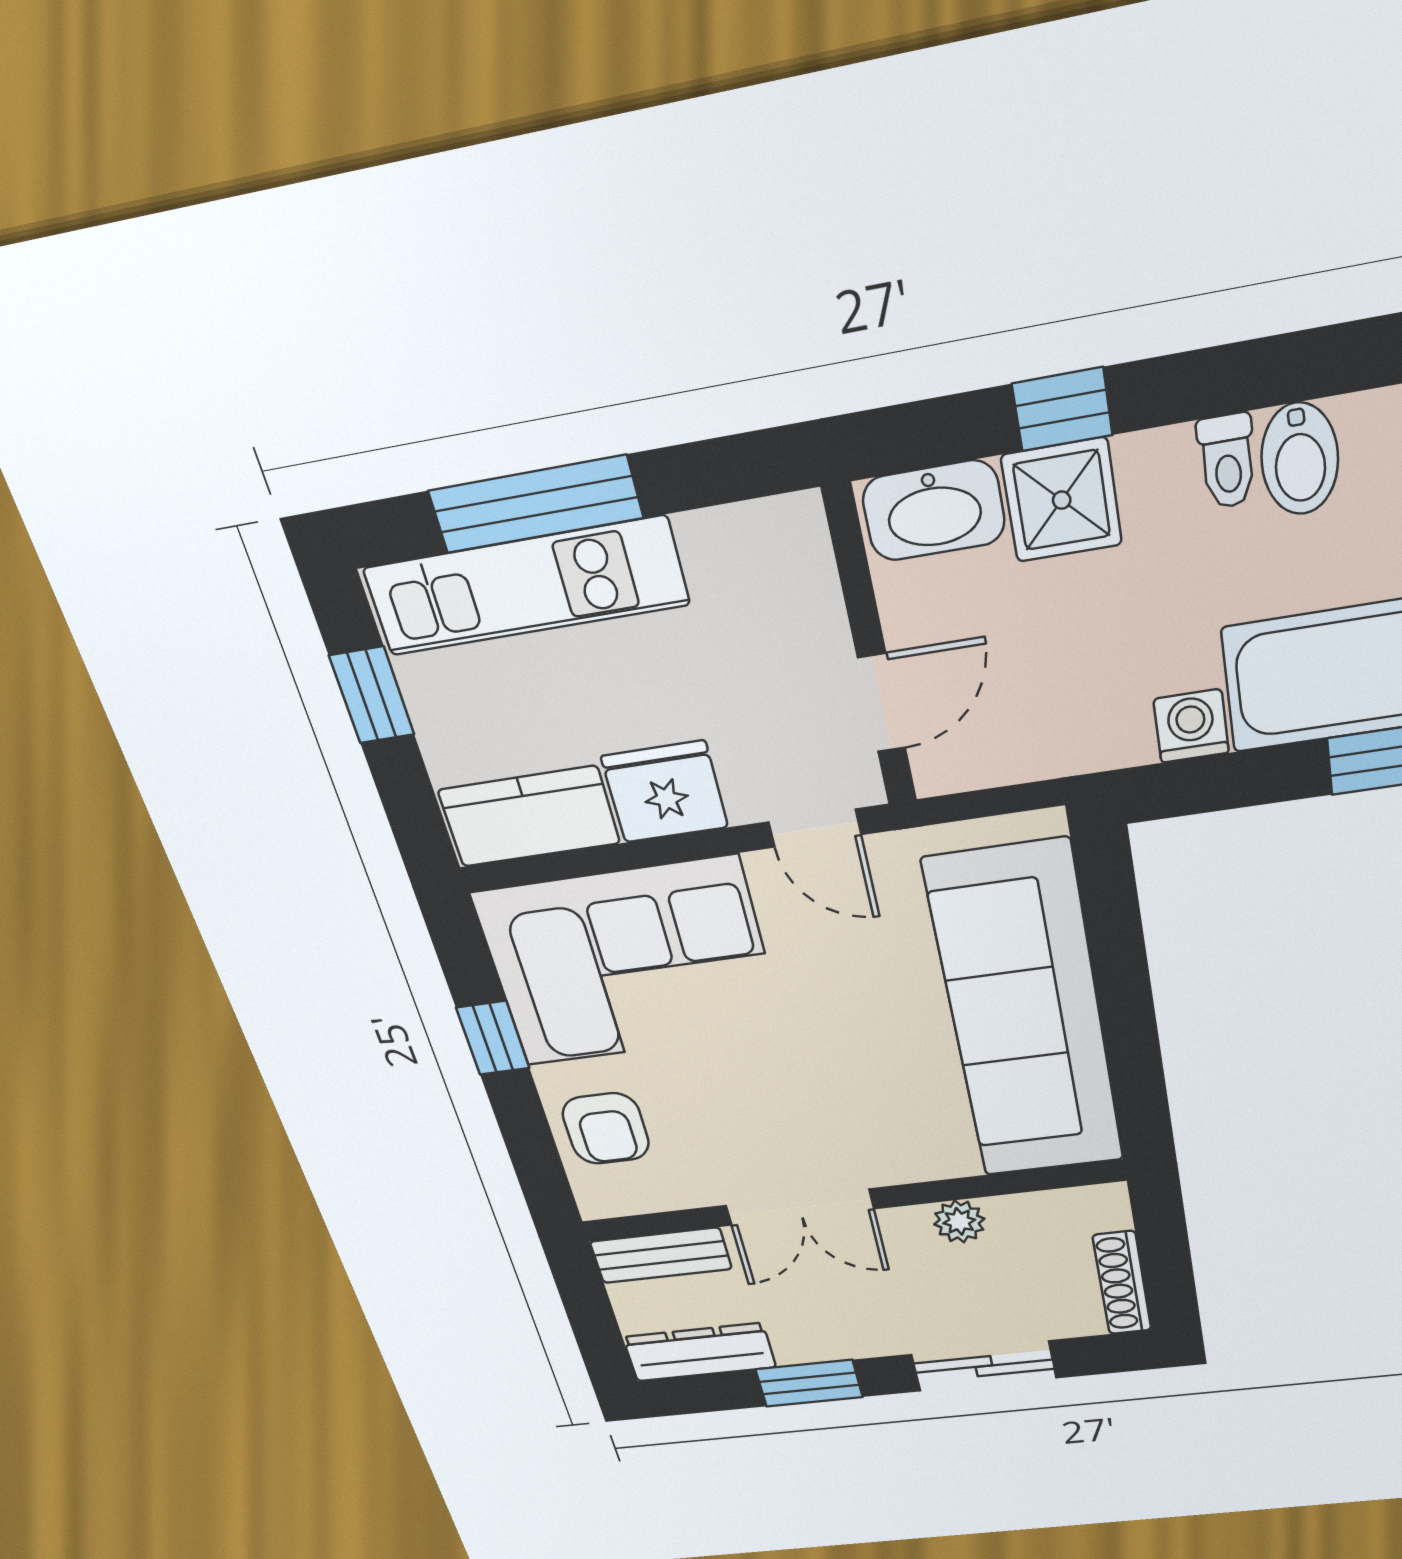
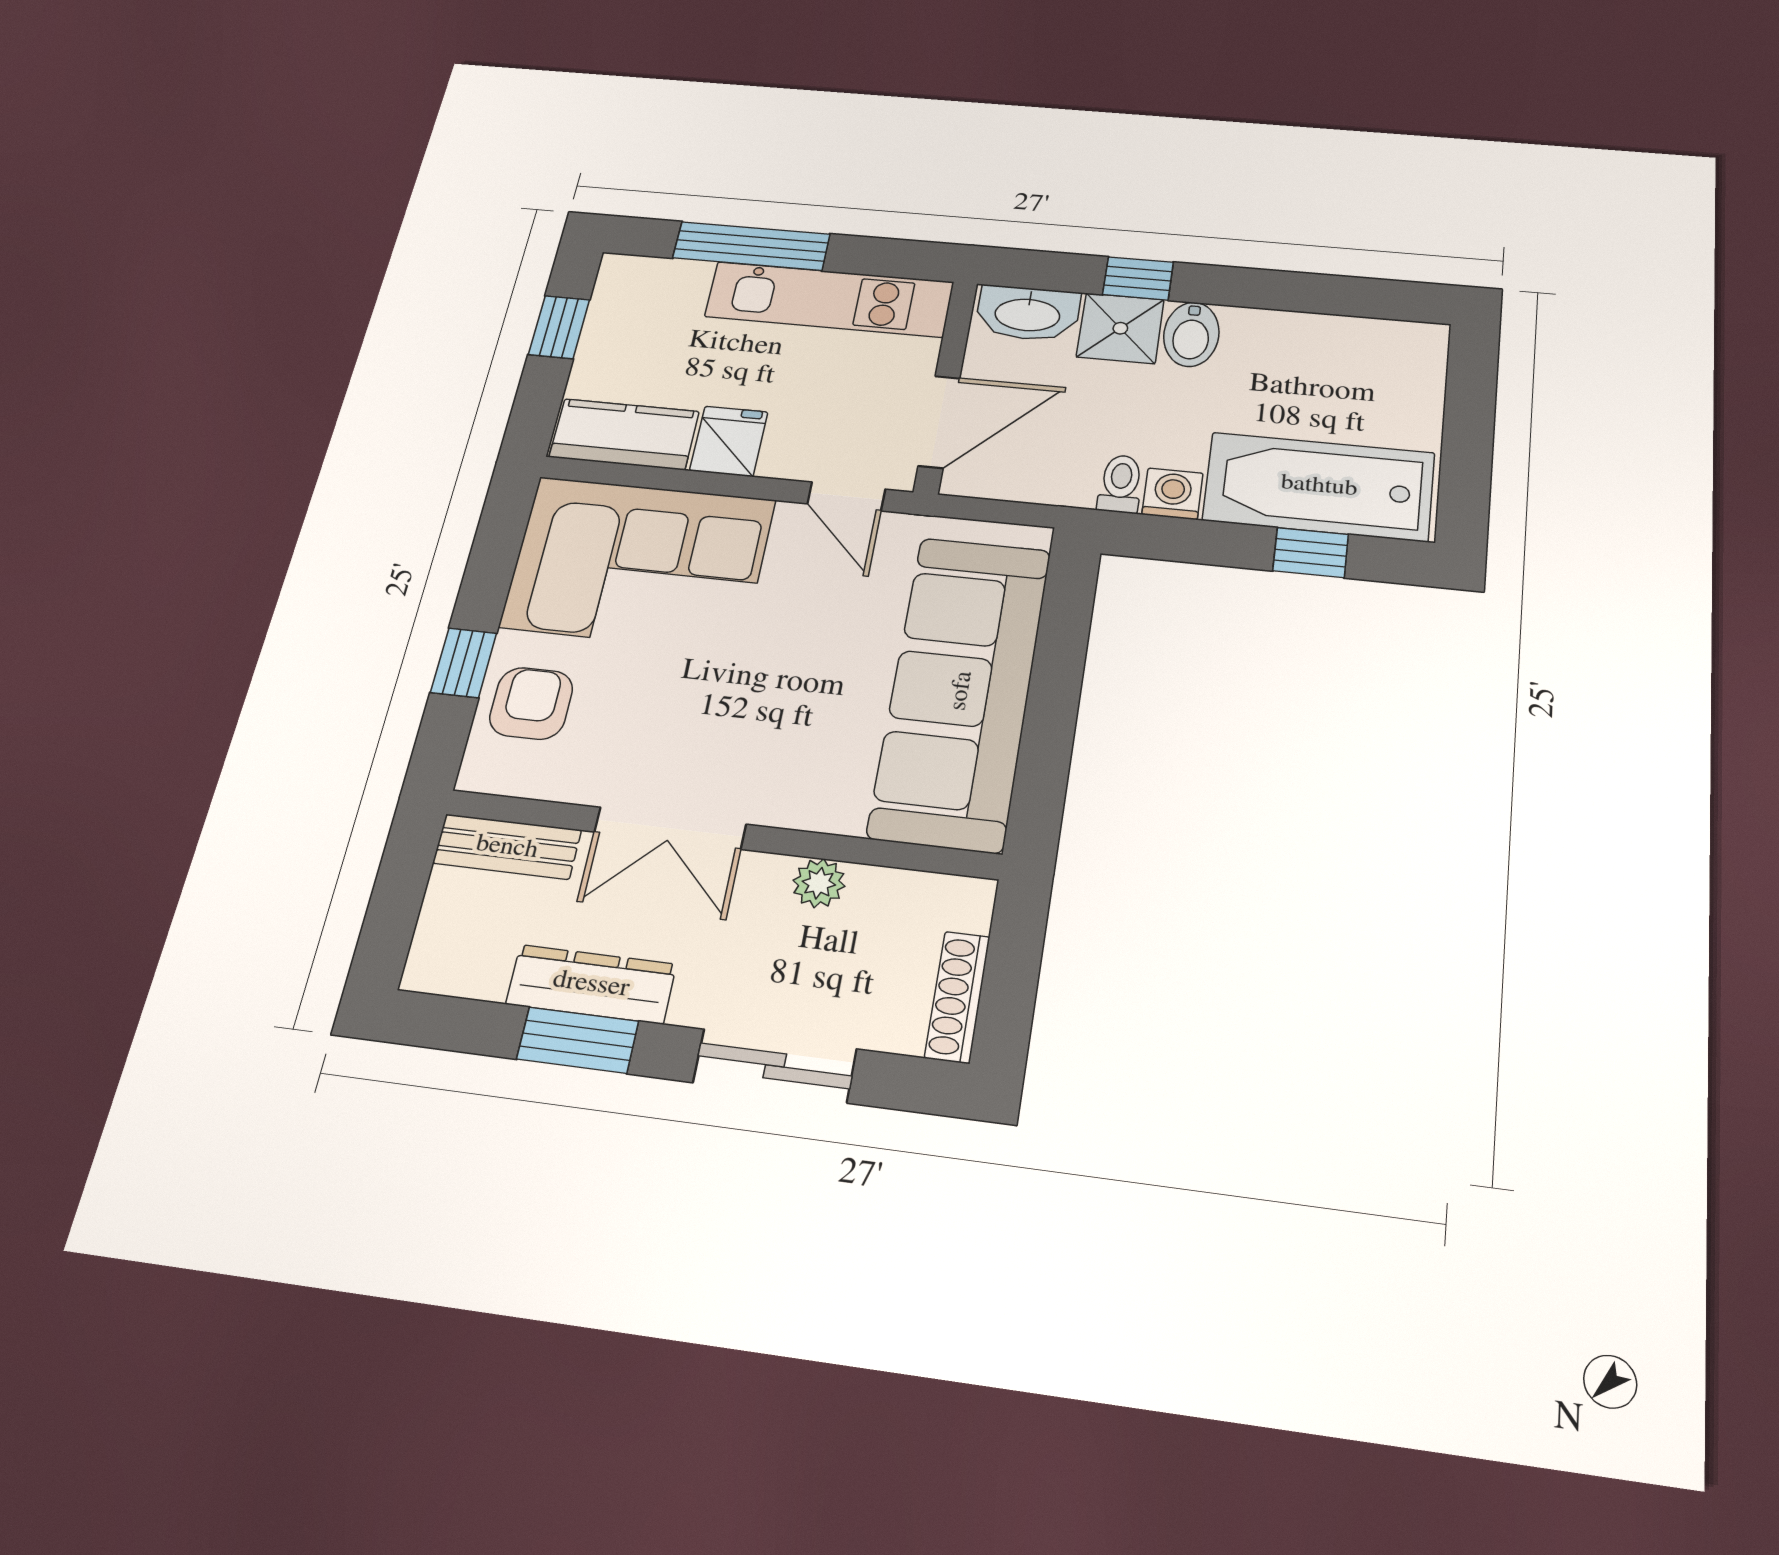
bidet: (1300, 459) -> (1191, 334), moved
toilet: (1227, 461) -> (1120, 484), moved, turned 180
kitchen unit: (526, 586) -> (829, 299), moved
door: (882, 703) -> (939, 422), width x1.38
fridge: (665, 792) -> (729, 441), width x0.72
window: (493, 1038) -> (464, 663), moved
armchair: (606, 1129) -> (531, 703), turned 180
dresser: (699, 1352) -> (591, 984), moved

